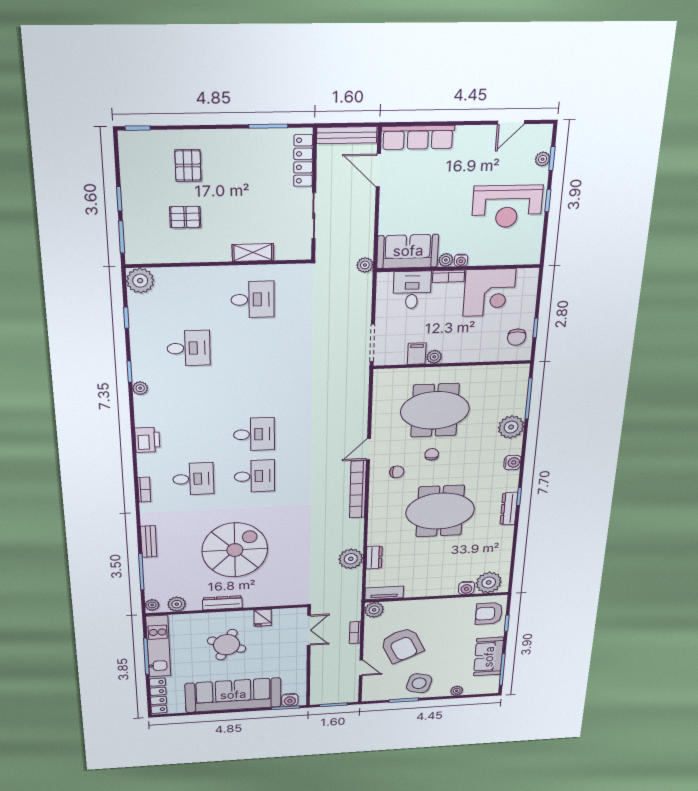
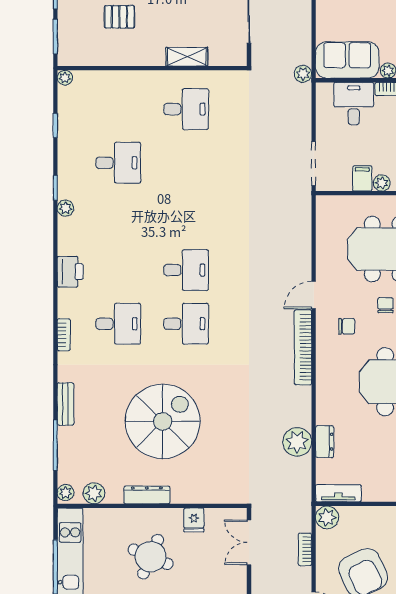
plant: (140, 281) -> (65, 78), width x0.53, depth x0.53
double door: (309, 630) -> (249, 542), swing flipped

